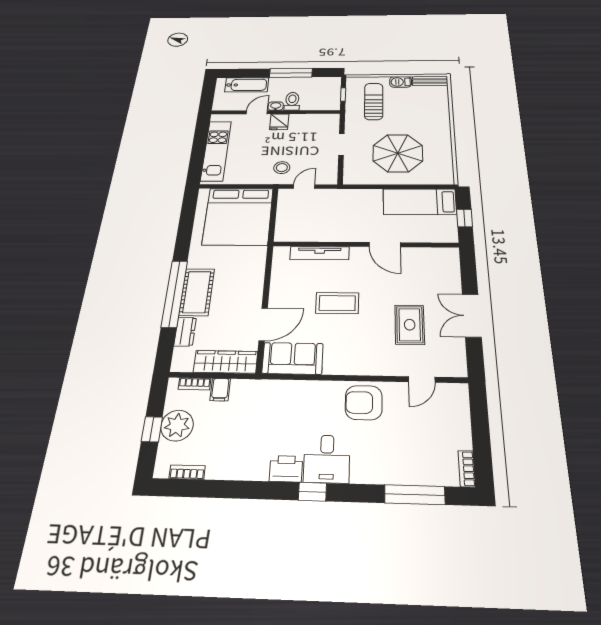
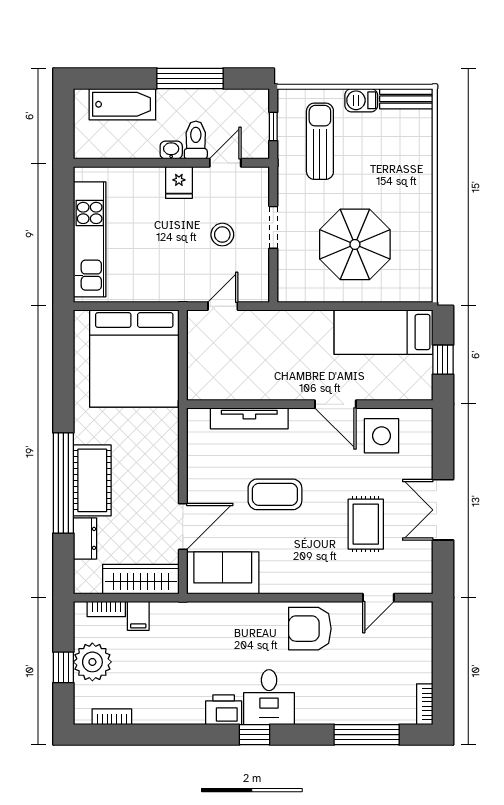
door: (257, 112) -> (225, 163), moved
stool: (282, 168) -> (222, 235), moved
side table: (420, 265) -> (382, 436), added

